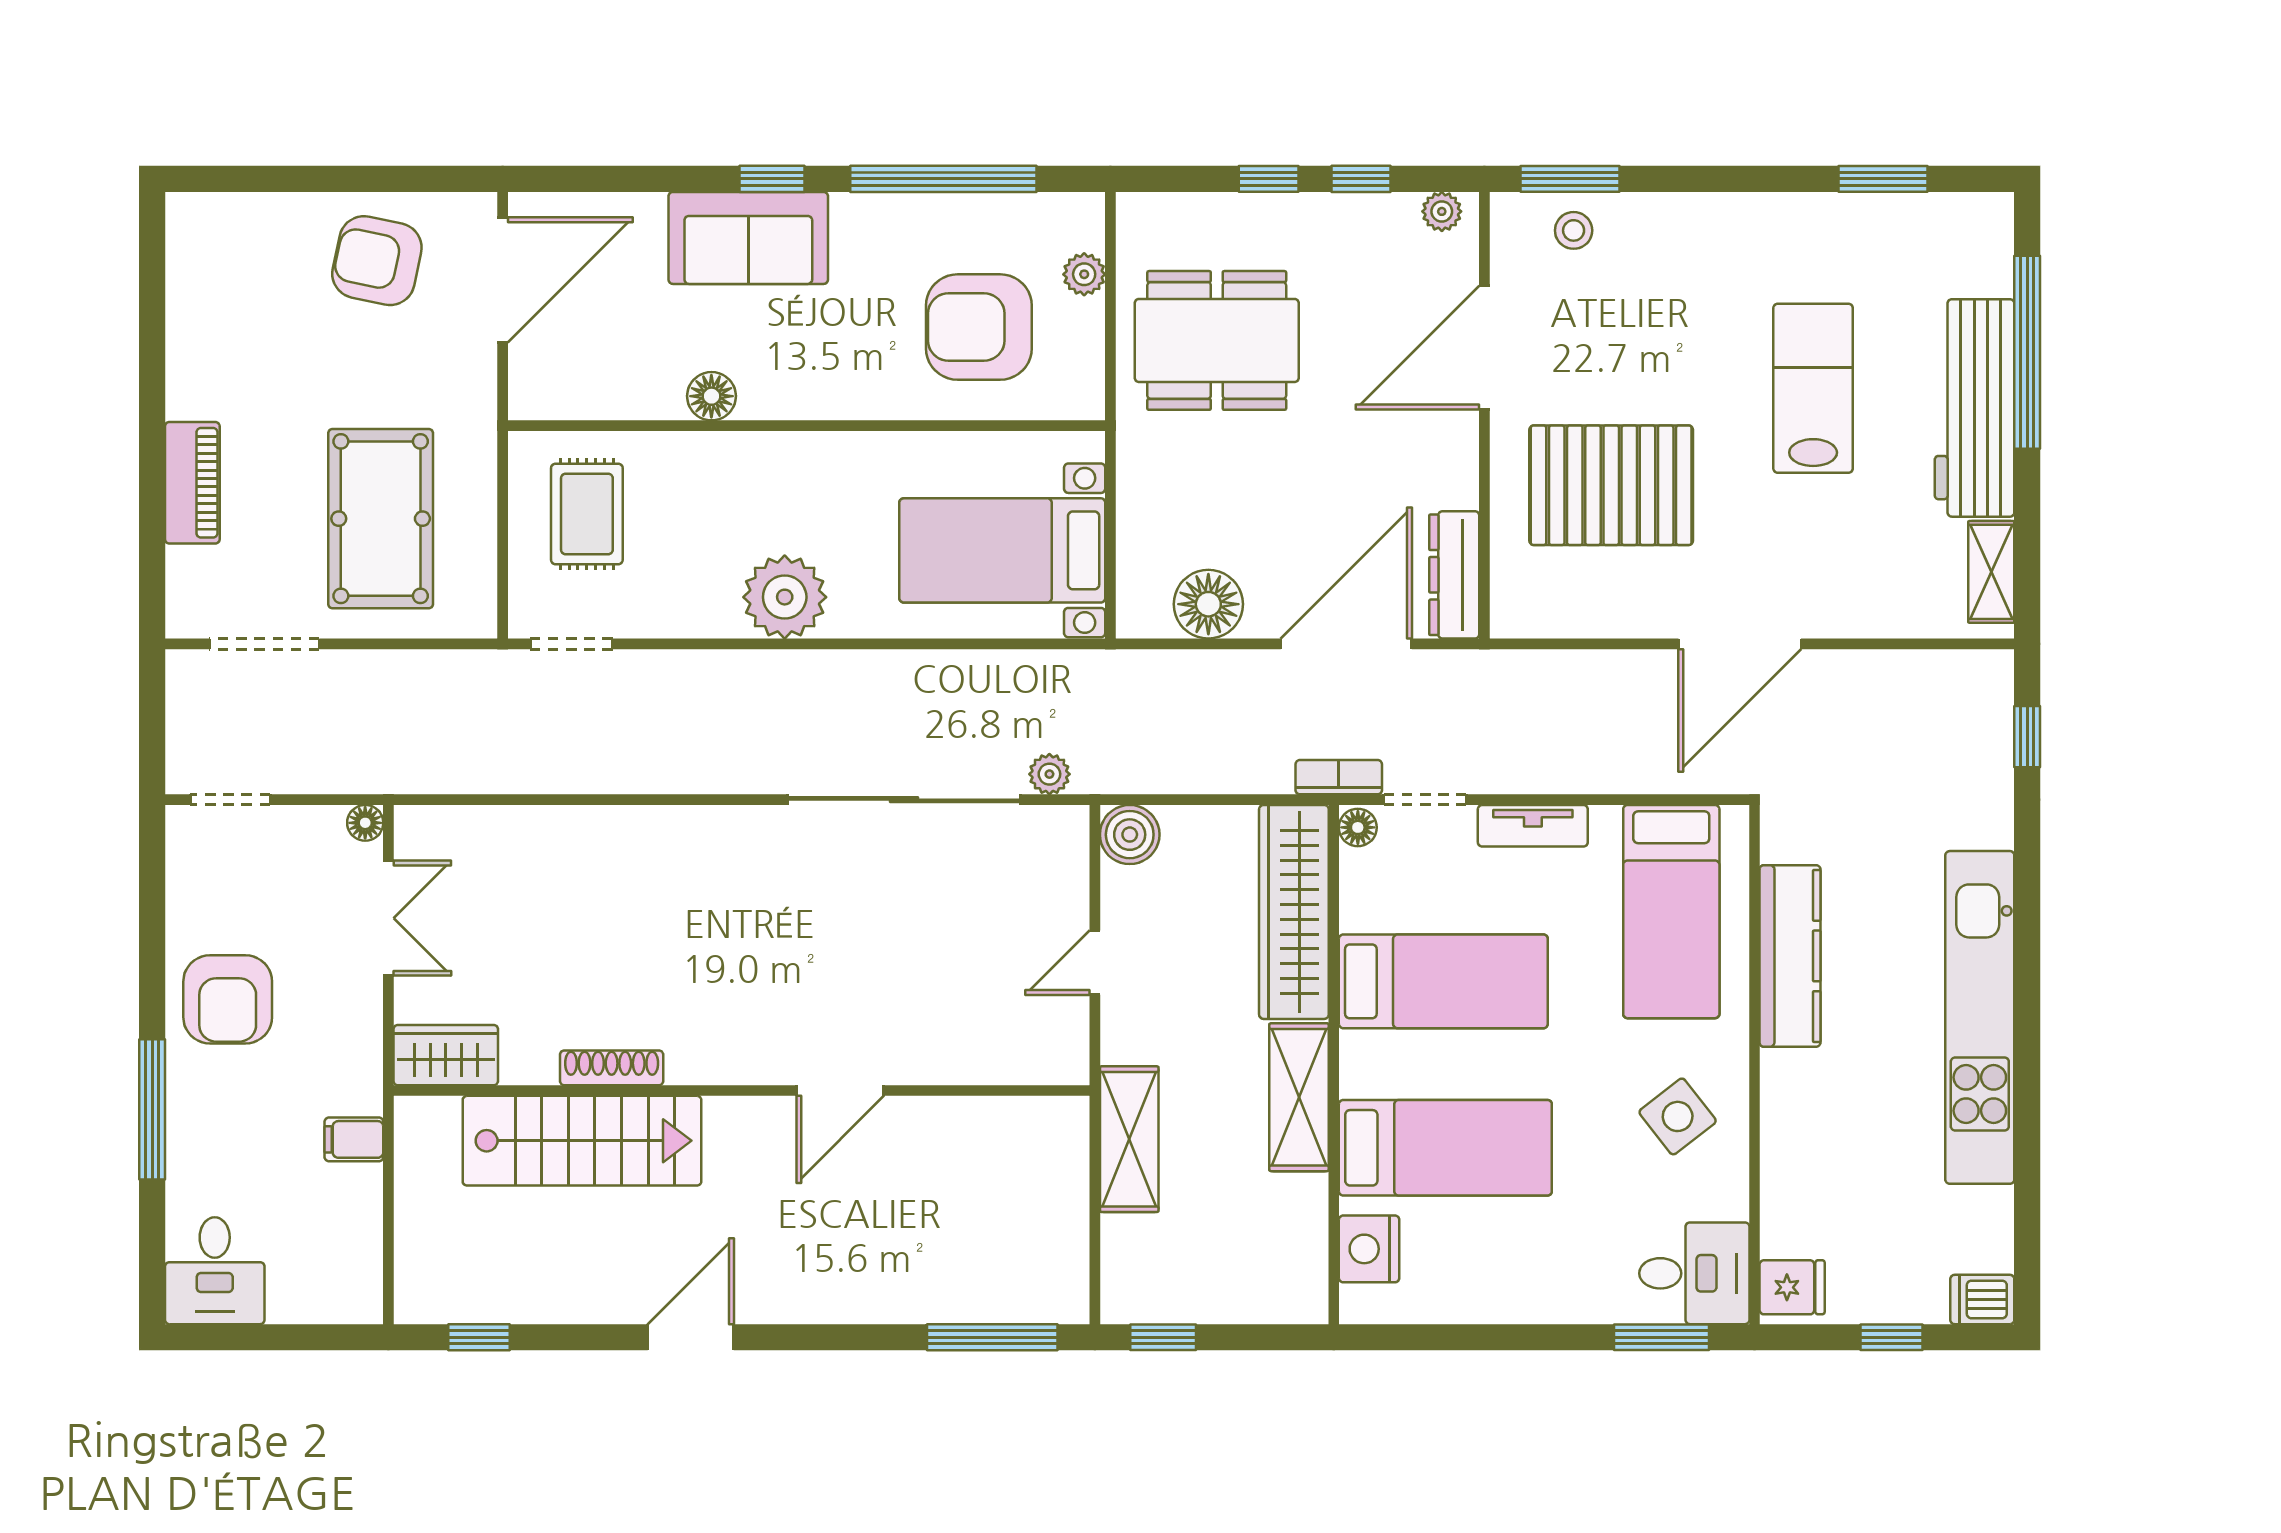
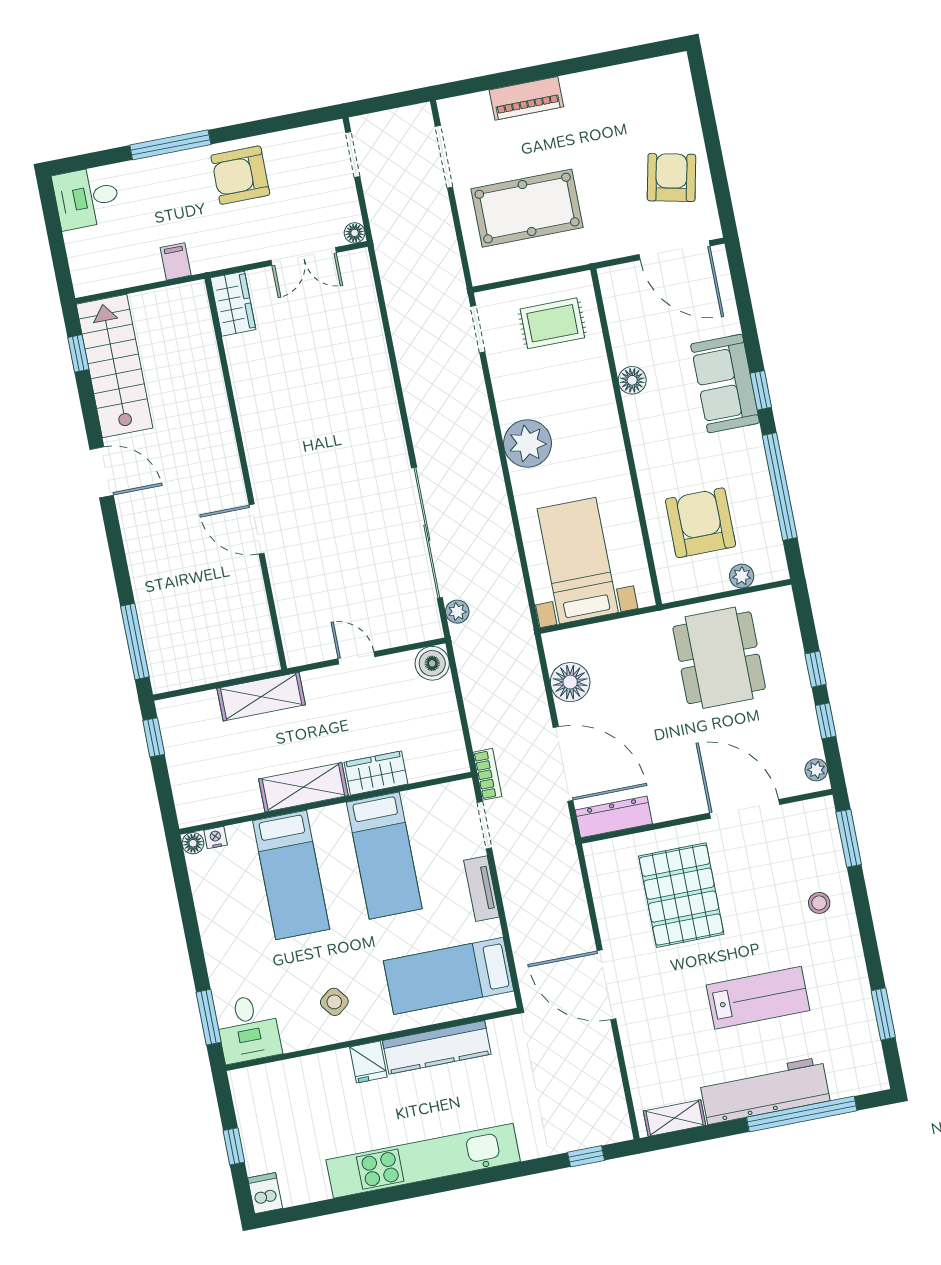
stool: (1574, 230) -> (819, 903), moved
floor lamp: (1358, 827) -> (193, 843), moved
wardrobe: (1294, 912) -> (376, 773), width x0.48, depth x0.85
shoe rack: (612, 1068) -> (244, 398), removed
side table: (1678, 1116) -> (334, 1002), width x0.73, depth x0.73
stairs: (582, 1141) -> (115, 366), moved, turned 180
nightstand: (1369, 1249) -> (216, 838), width x0.53, depth x0.56
fridge: (1792, 1287) -> (368, 1062), moved

